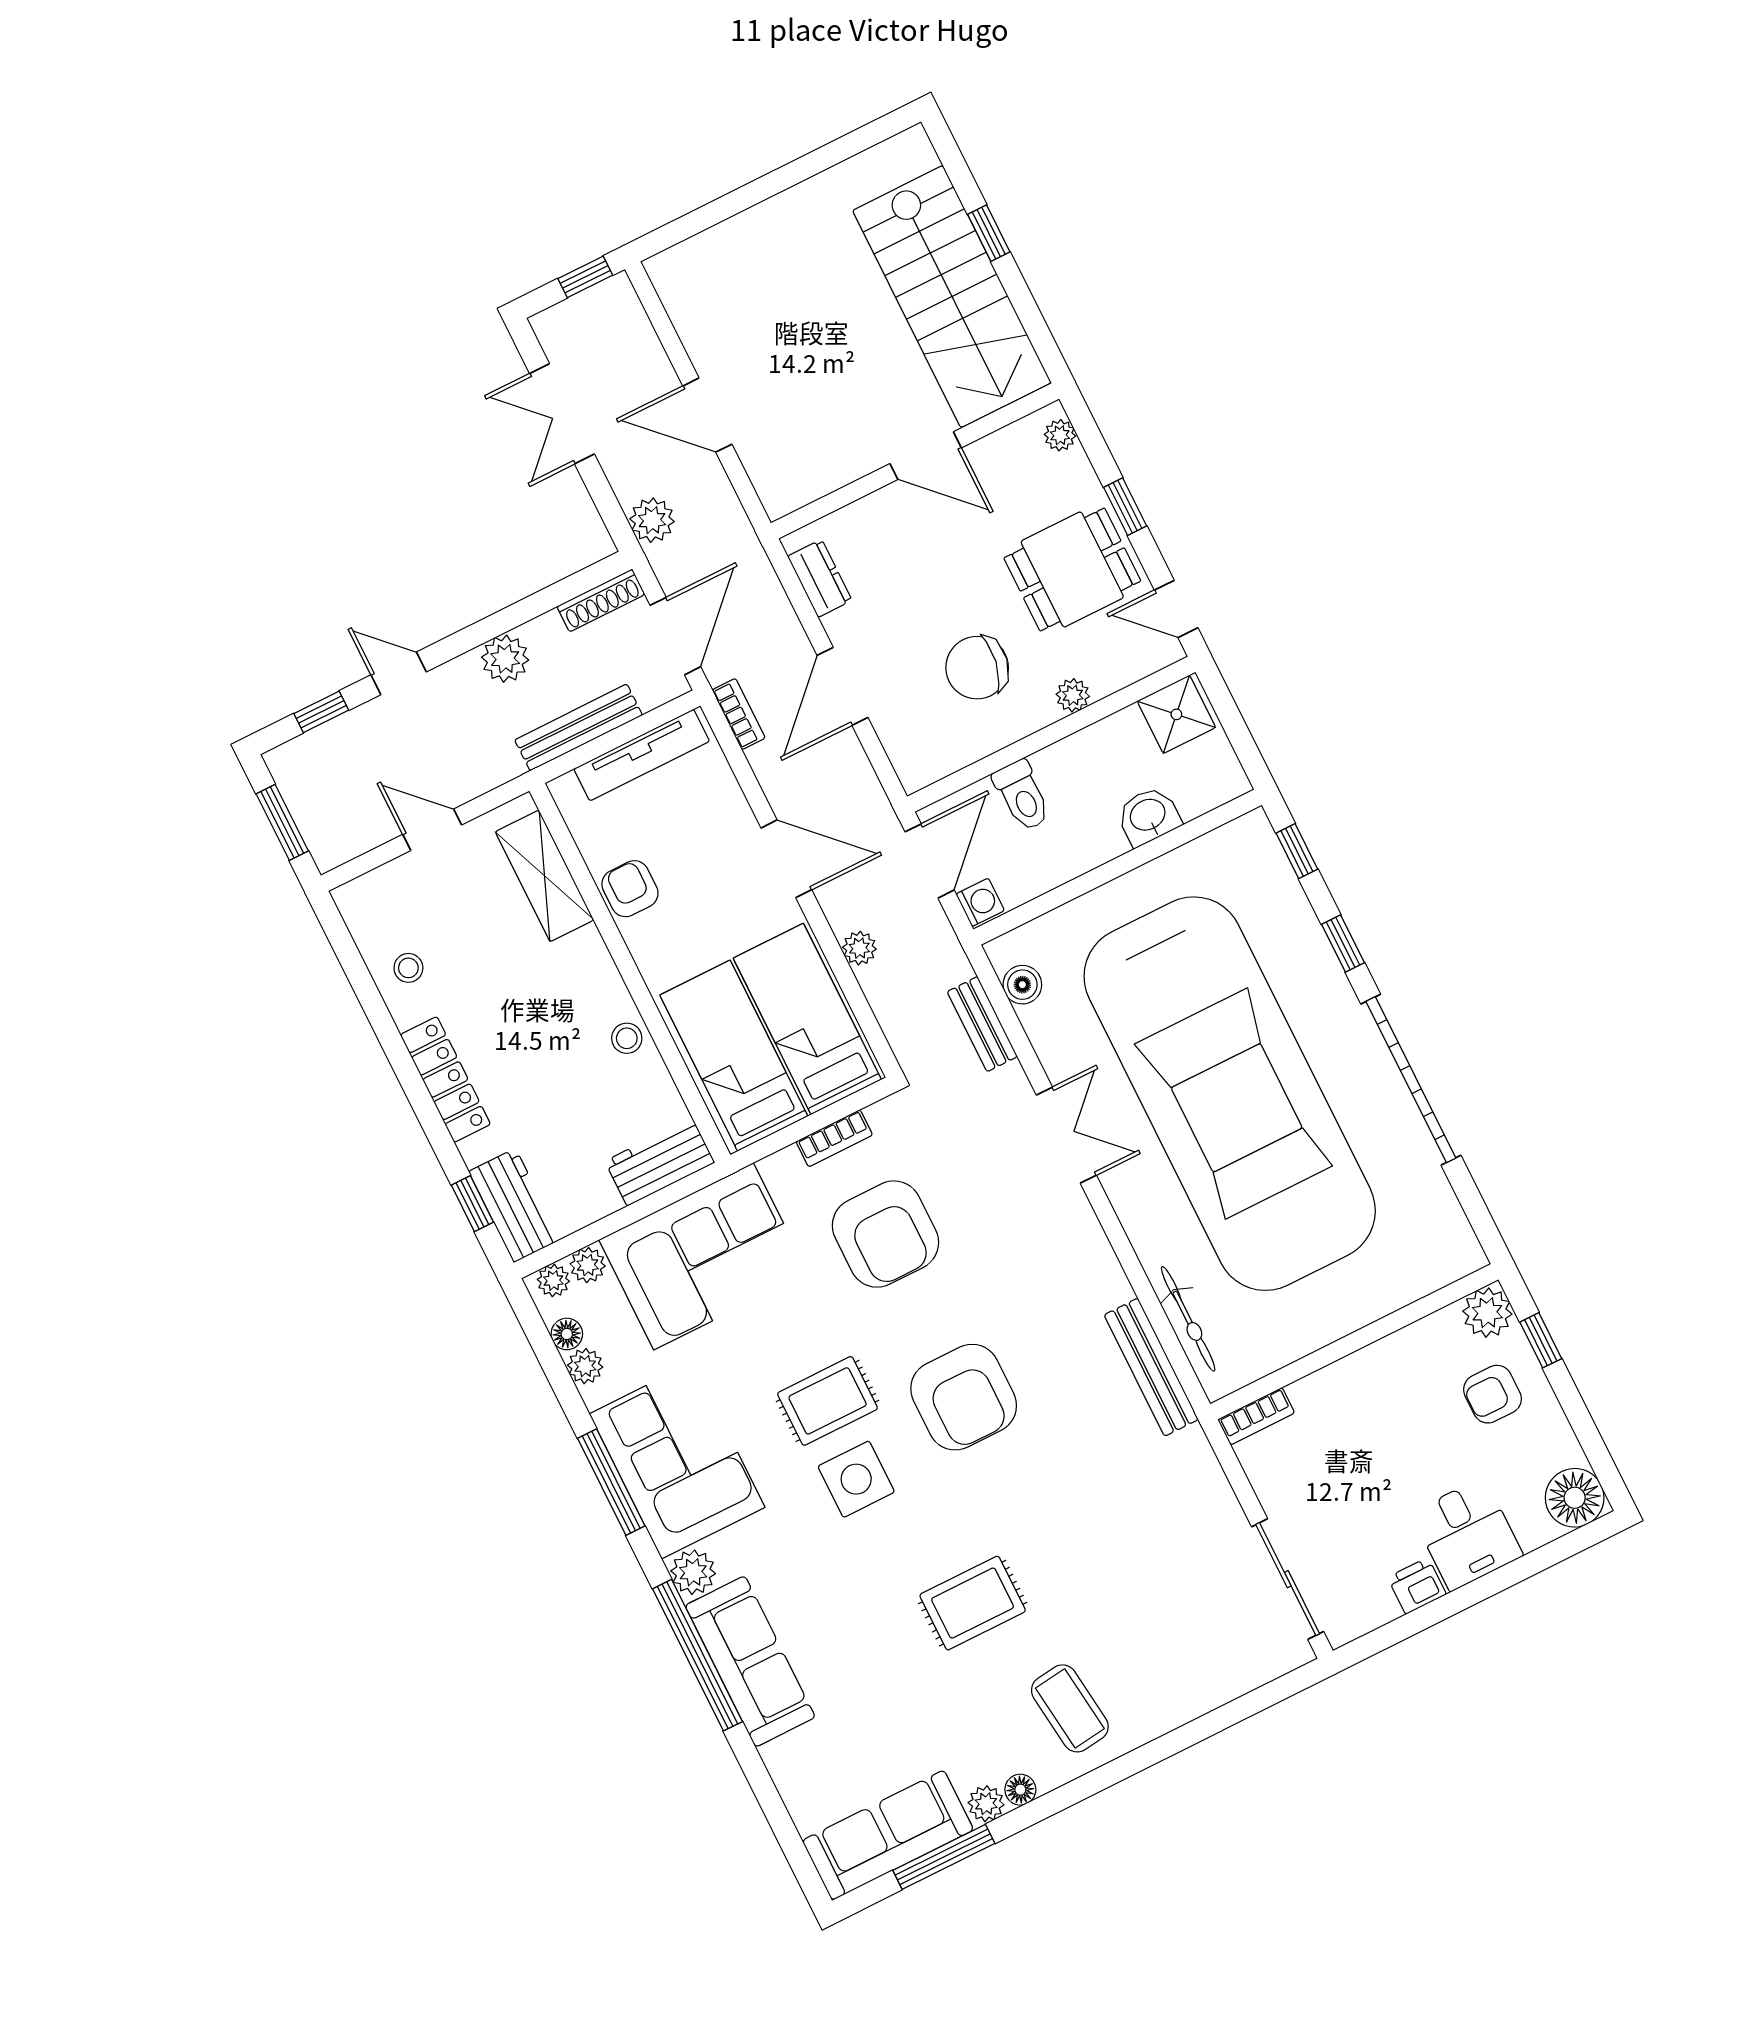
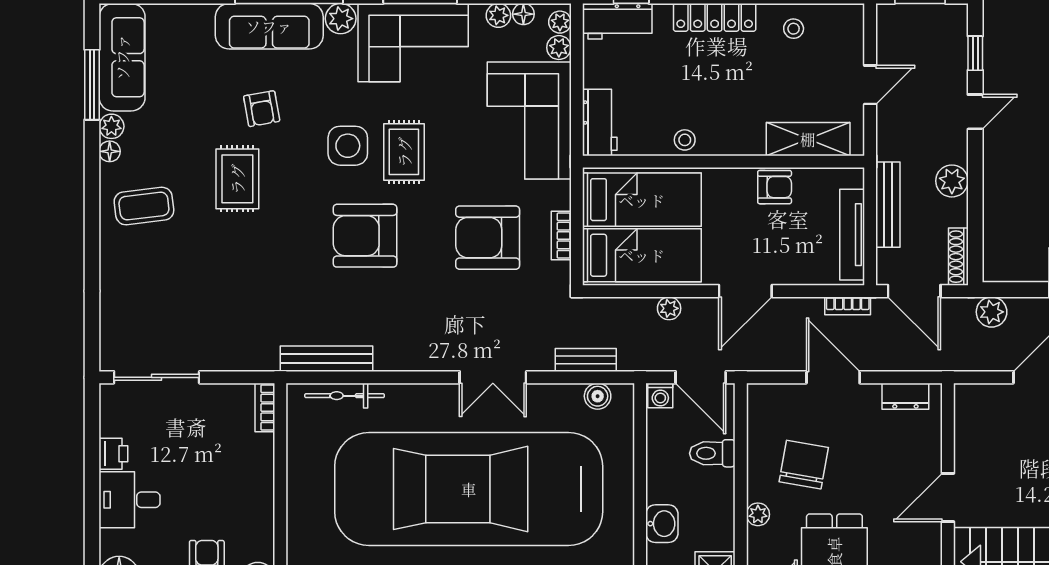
armchair: (864, 1617) -> (262, 109), added

